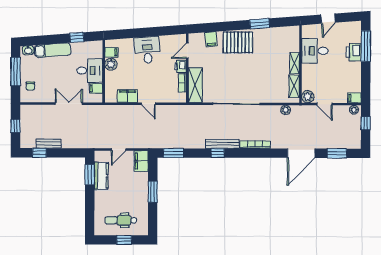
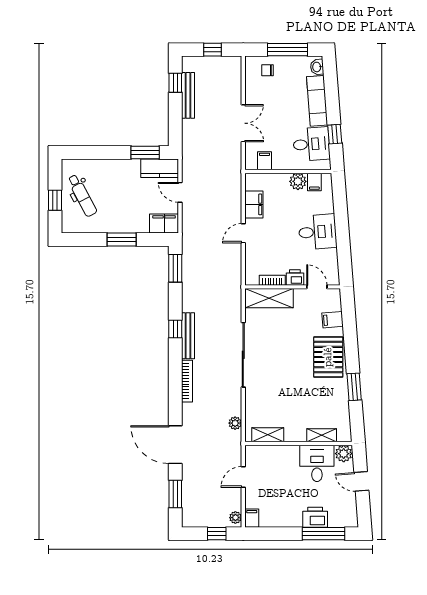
shelving: (295, 63) -> (322, 435), moved
desk: (90, 71) -> (311, 144), moved, turned -94
plant: (308, 97) -> (344, 454), moved
bench: (49, 144) -> (188, 95), width x1.36
kitchen counter: (101, 176) -> (160, 168), moved
dental chair: (121, 220) -> (82, 196), turned 152

